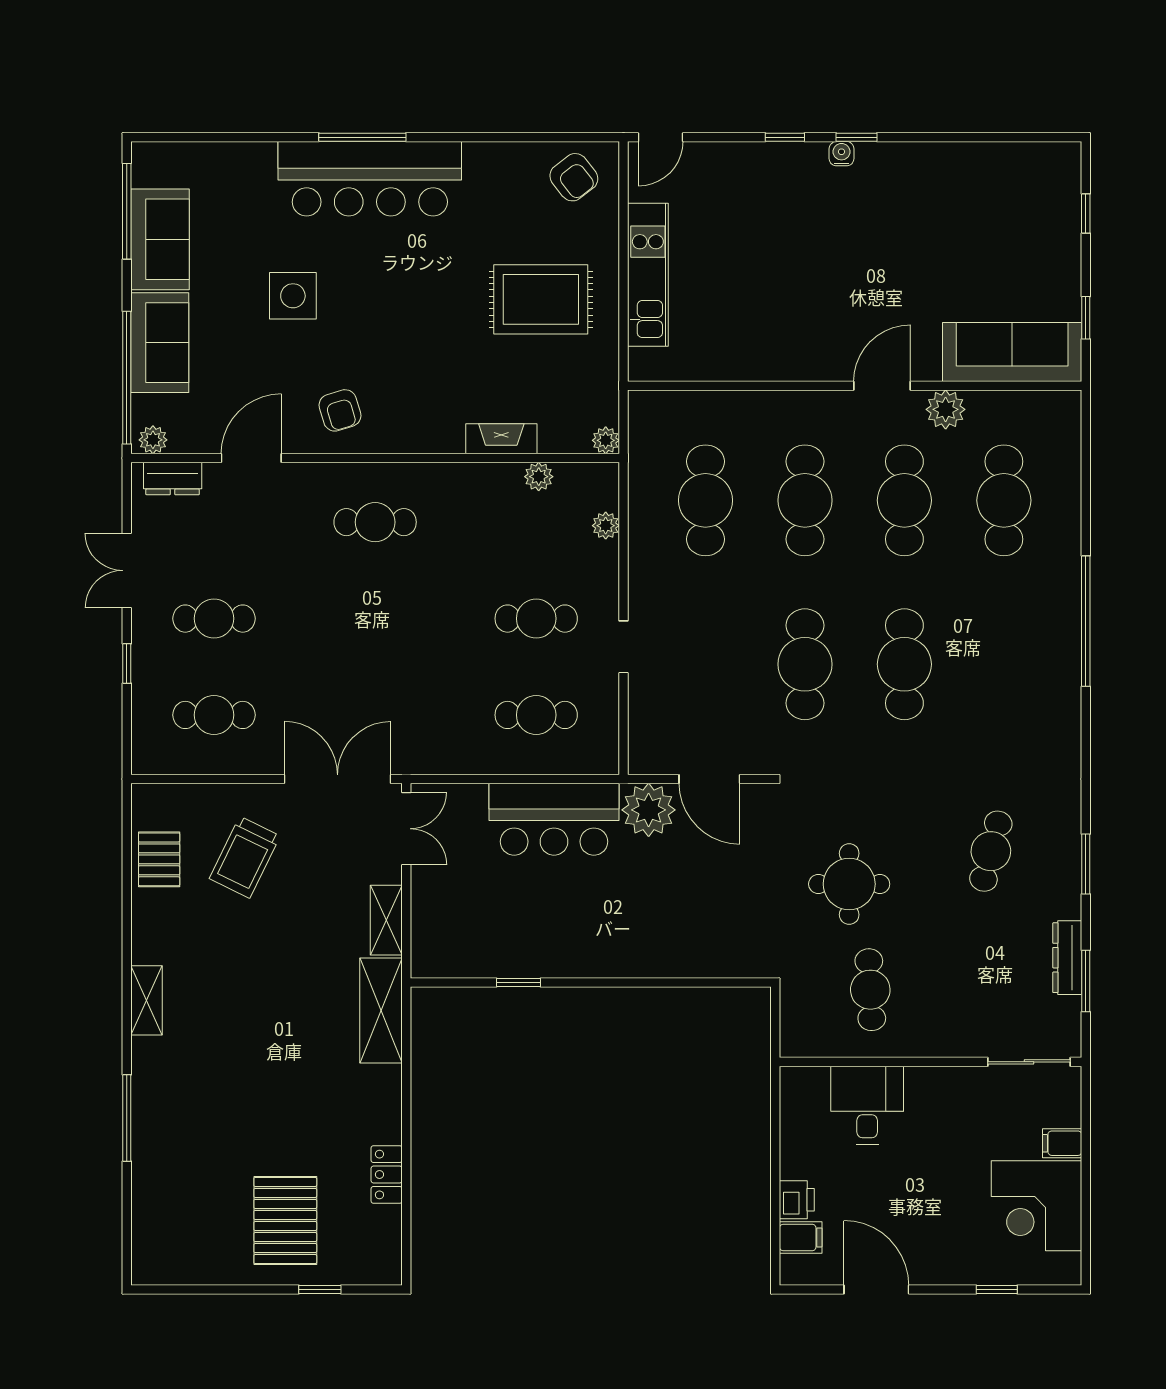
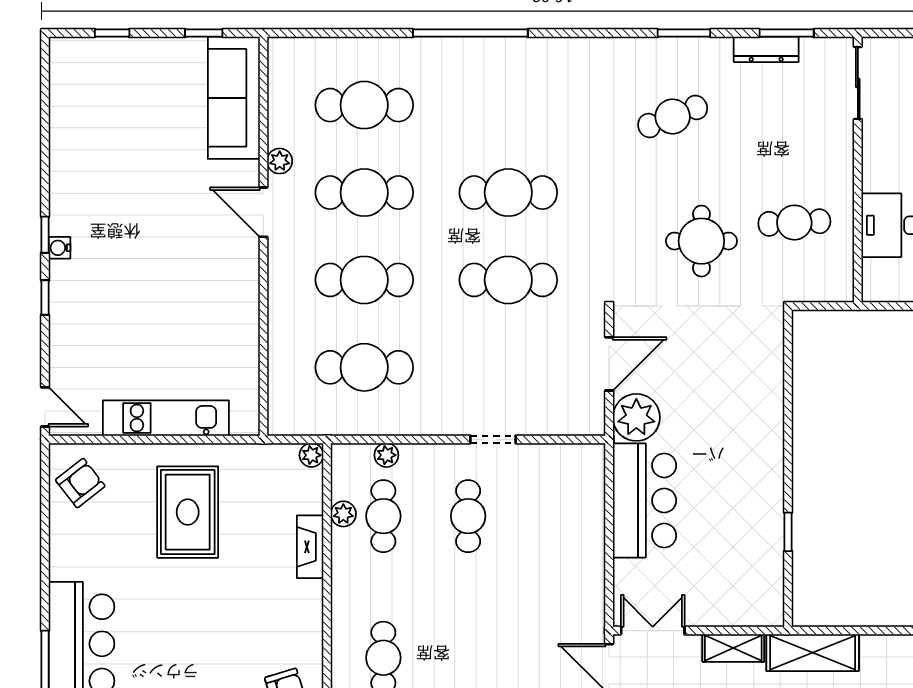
plant: (946, 409) -> (280, 161), width x0.73, depth x0.73
cafe table: (536, 715) -> (383, 516), moved
cafe table: (991, 851) -> (673, 116), turned -36

